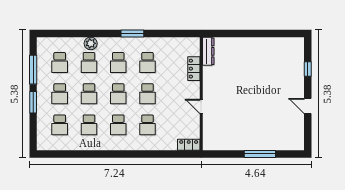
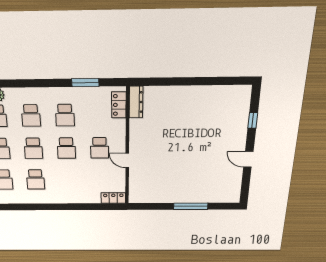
window: (132, 33) -> (85, 83), moved
locker: (194, 69) -> (119, 105), moved
school desk: (148, 125) -> (100, 148), moved

